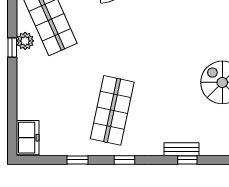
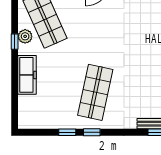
freezer: (28, 138) -> (27, 75), moved, width x1.40
window: (124, 160) -> (92, 132), moved

